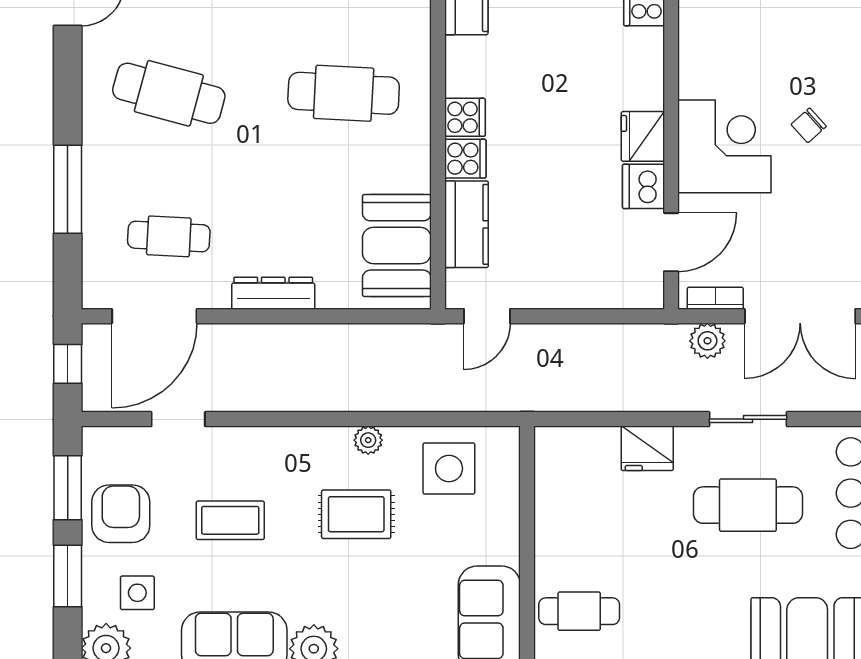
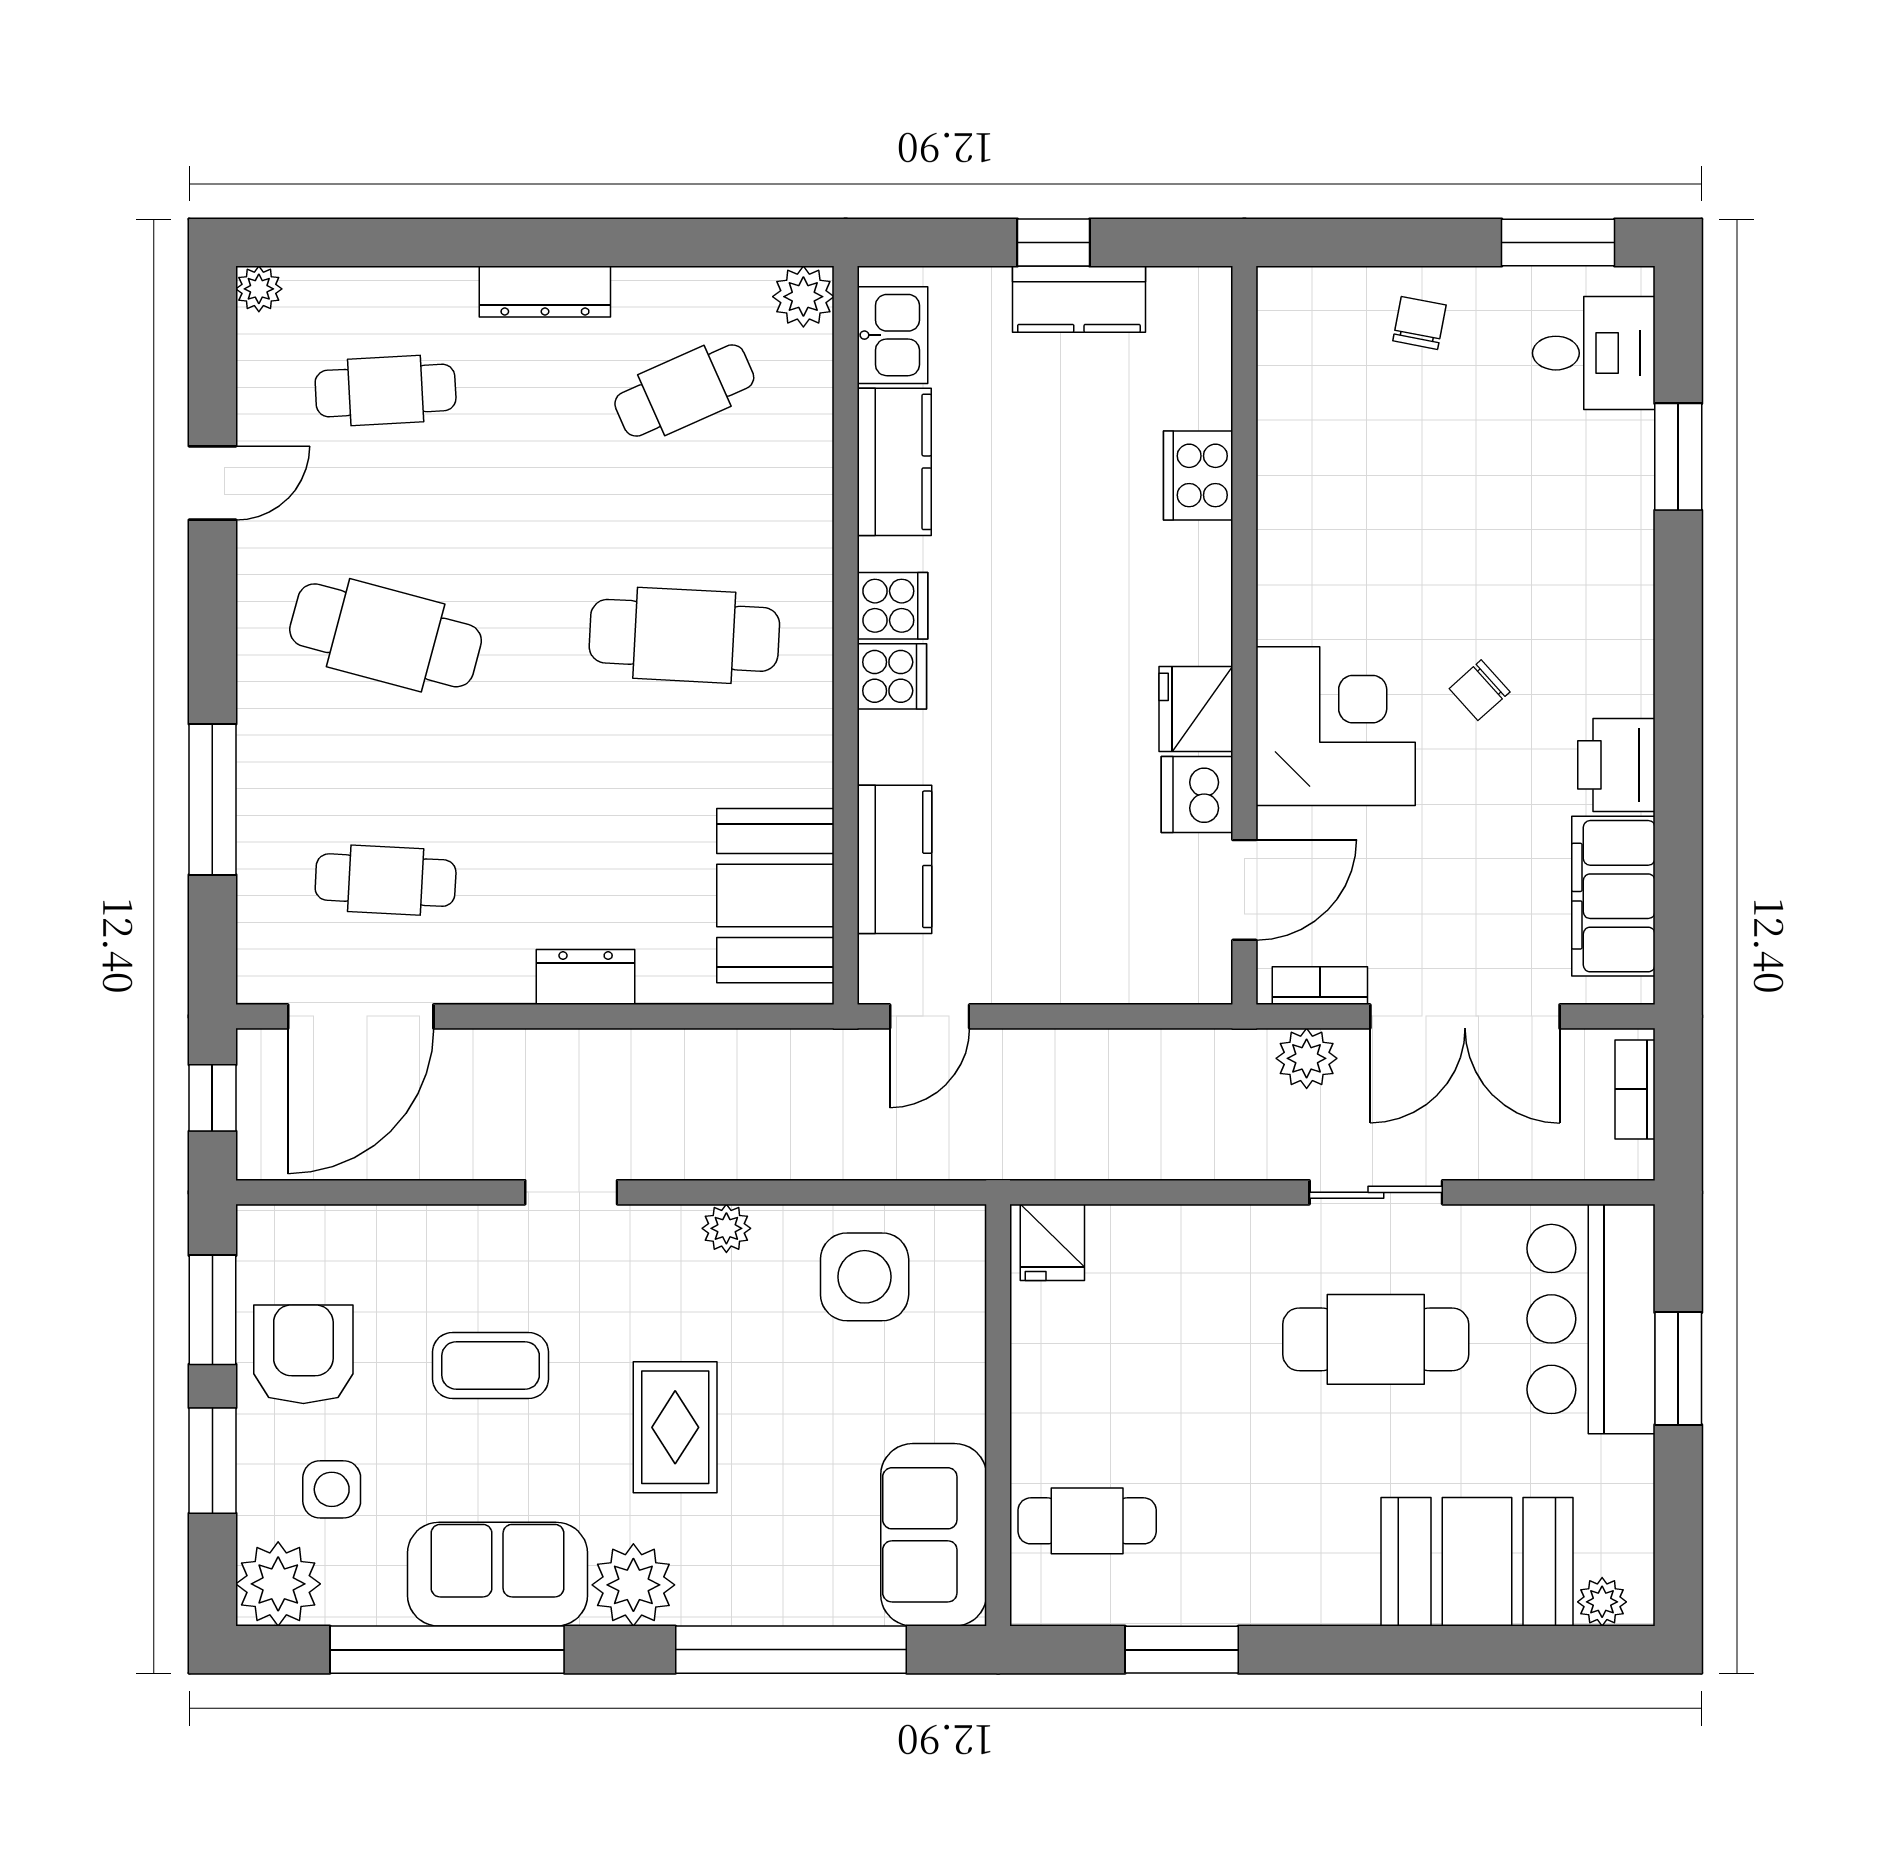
cooker: (465, 159) -> (893, 606), moved
dresser: (273, 293) -> (586, 977), width x0.70
doorway: (178, 419) -> (571, 1192), moved
fridge: (647, 448) -> (1052, 1242), moved, width x0.72
rug: (356, 514) -> (675, 1427), moved, turned 90

